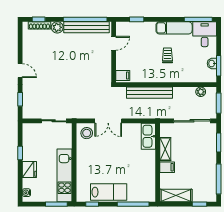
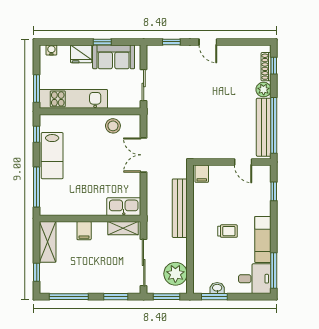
door: (20, 71) -> (208, 42), hinge flipped
plant: (201, 92) -> (175, 274), width x1.87, depth x1.87
stool: (87, 133) -> (113, 126), moved
sofa: (32, 144) -> (114, 57), added
shelving: (165, 149) -> (123, 228), moved

